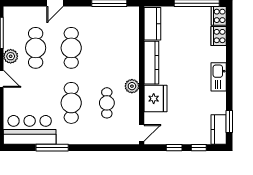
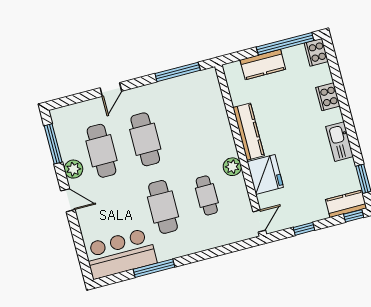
kitchen counter: (152, 24) -> (263, 65), moved, turned 90
cooker: (219, 36) -> (328, 97), moved
kitchen sink: (219, 77) -> (339, 142), moved
kitchen counter: (219, 130) -> (346, 204), moved, turned 90
window: (199, 148) -> (354, 216), moved

